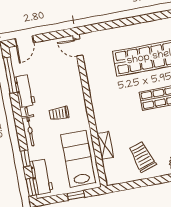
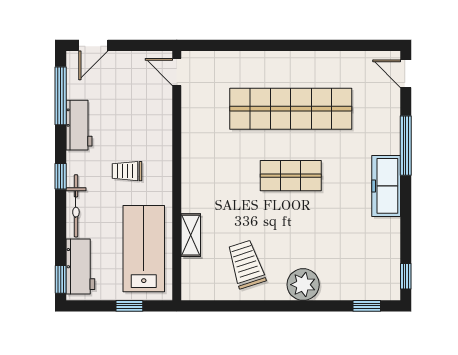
bicycle: (29, 127) -> (76, 206), moved
window: (26, 158) -> (61, 176), moved

